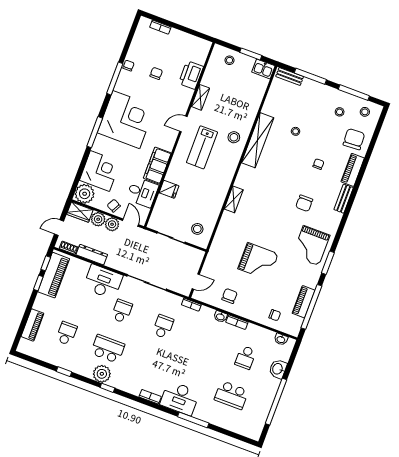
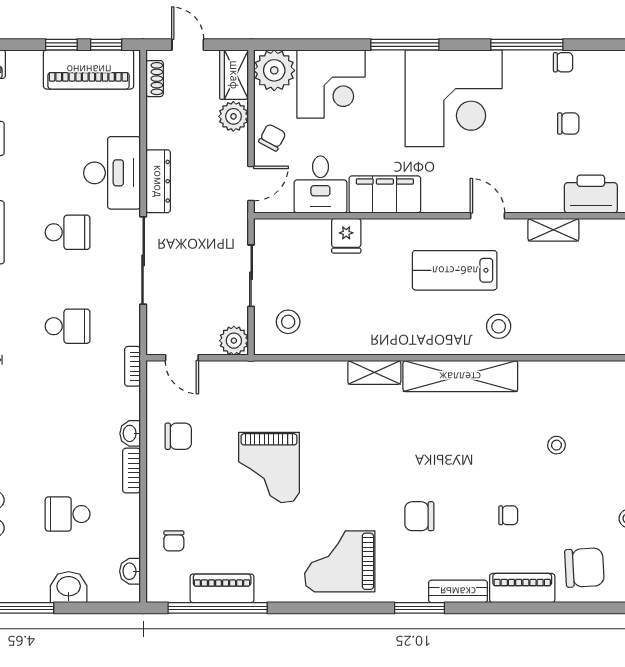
shelving: (258, 140) -> (460, 376), moved
plant: (112, 224) -> (234, 341), moved
dresser: (92, 255) -> (158, 181), moved
window: (328, 263) -> (420, 608), moved

